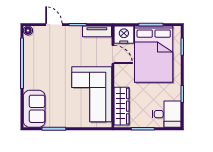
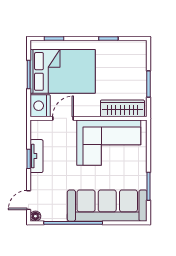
door: (54, 25) -> (29, 200), moved
tv unit: (97, 31) -> (36, 156), moved
sofa: (34, 109) -> (107, 206), width x1.85, depth x1.27
desk: (167, 114) -> (132, 57), removed

